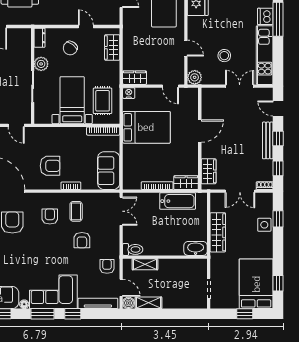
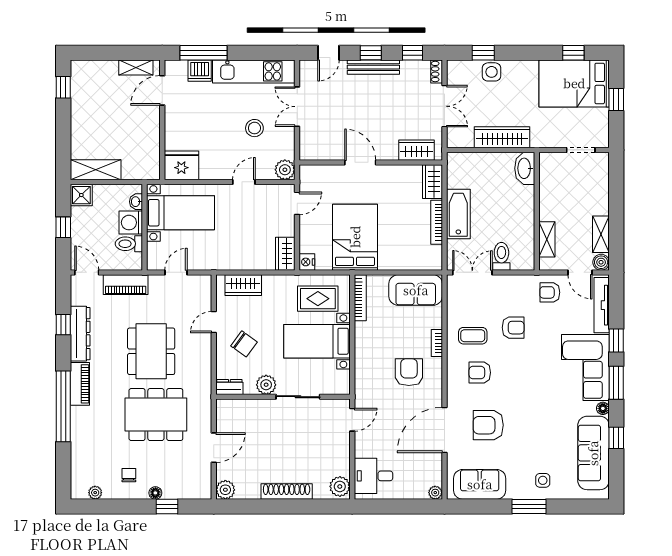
bathtub: (178, 201) -> (458, 214), moved
toilet: (133, 249) -> (501, 256), moved
door: (121, 288) -> (580, 272), swing flipped

